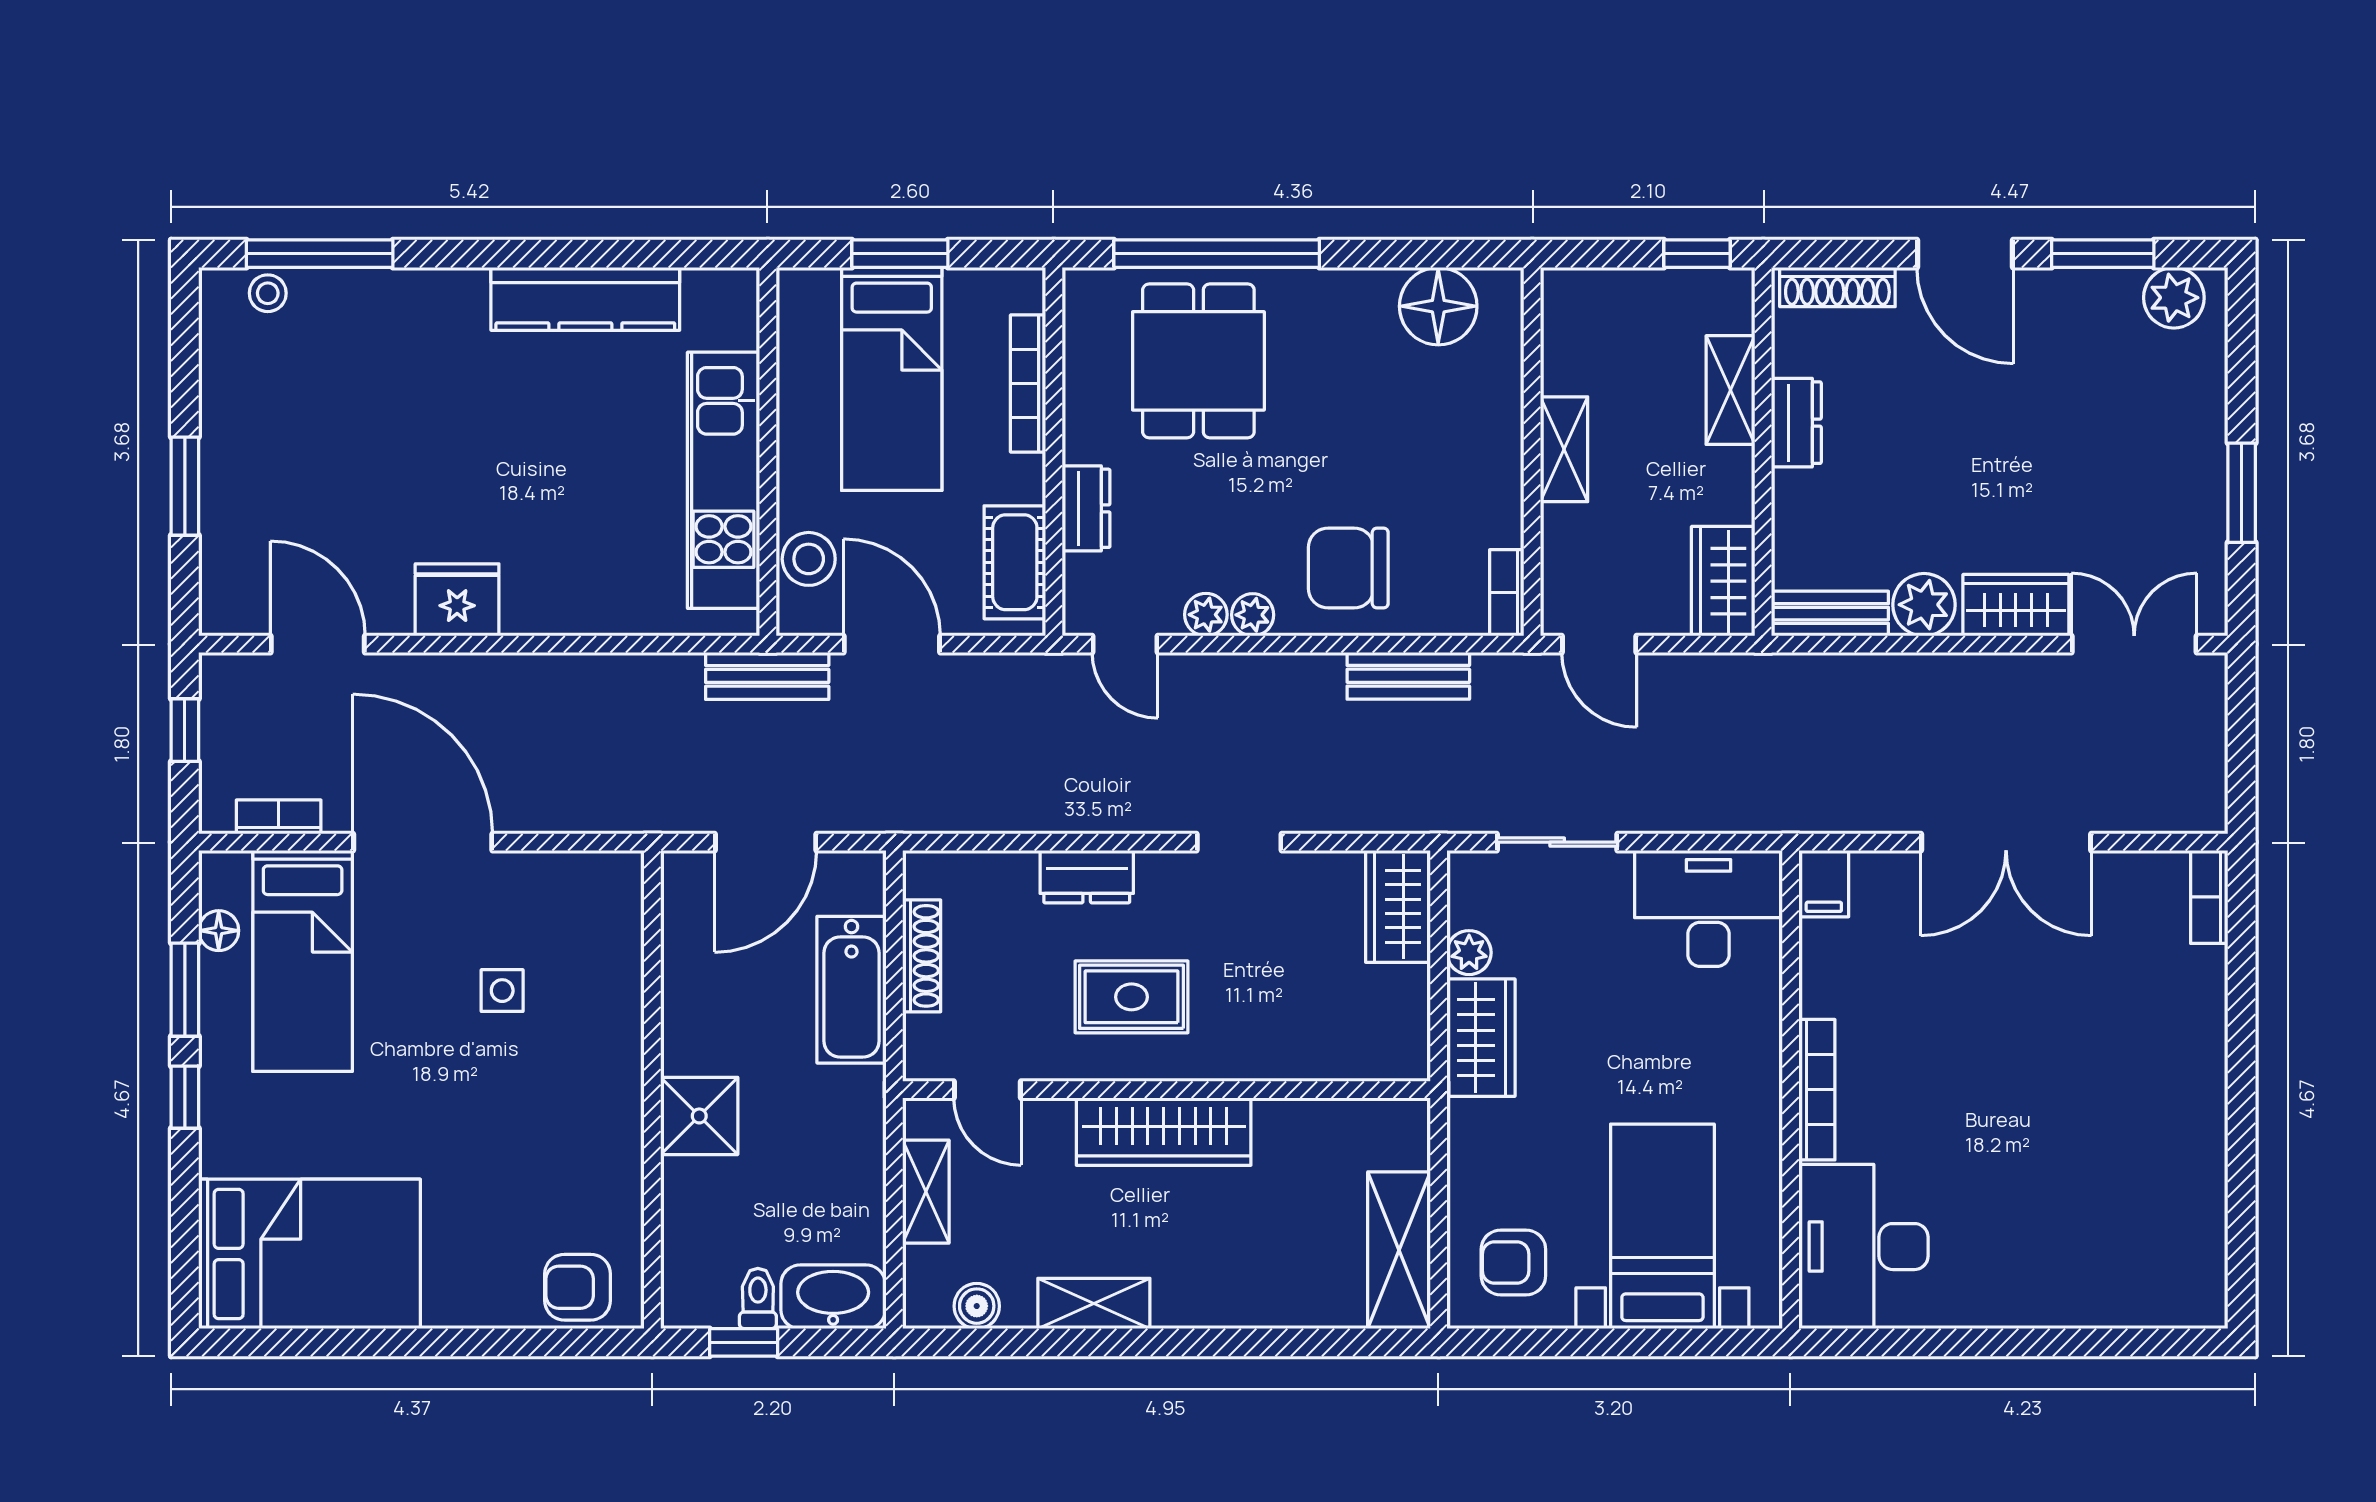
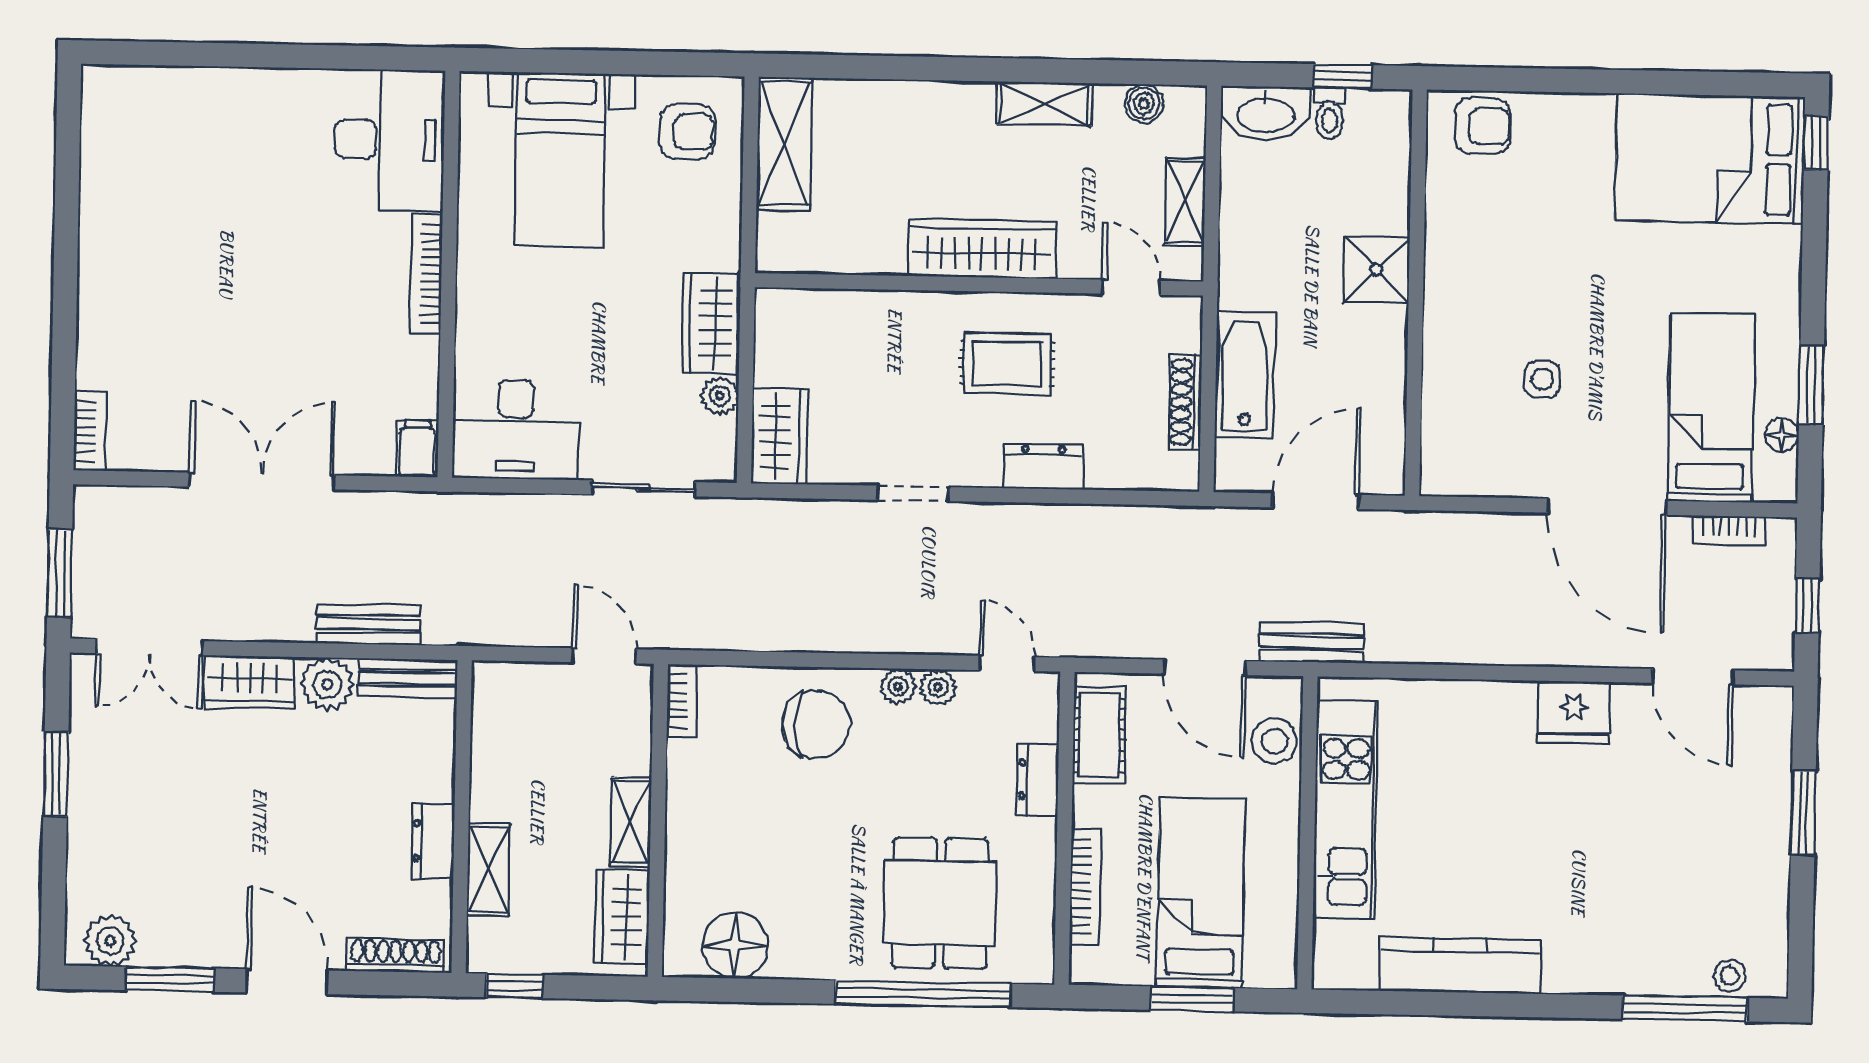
wardrobe: (1723, 581) -> (622, 917), moved, turned 180
bench: (1408, 676) -> (368, 624), moved
window: (2242, 729) -> (60, 573), added
window: (185, 1097) -> (1816, 143), moved

